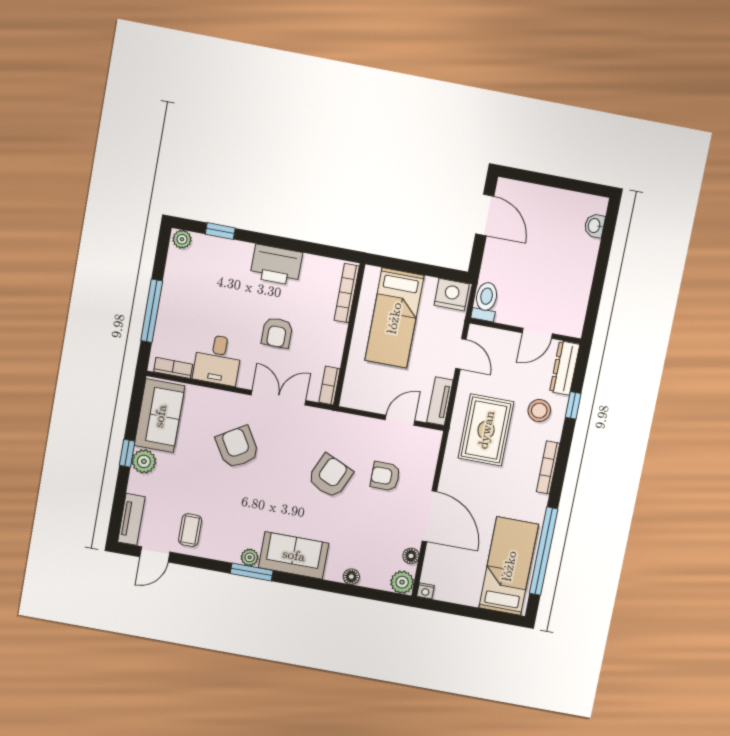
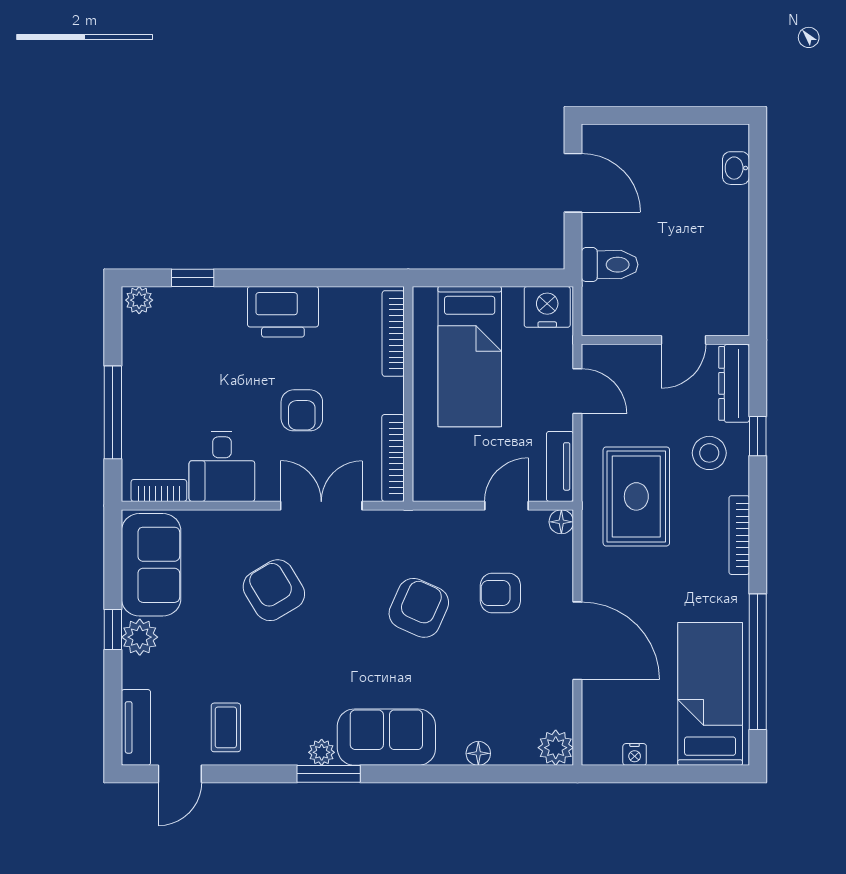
toilet: (486, 301) -> (610, 265), moved, turned 90
bookcase: (329, 386) -> (393, 458), width x1.56
floor lamp: (411, 556) -> (561, 522), moved
nightstand: (425, 591) -> (635, 754), moved

